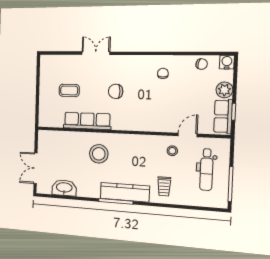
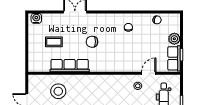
water cooler: (227, 62) -> (36, 18), moved
stool: (99, 154) -> (58, 91), moved

